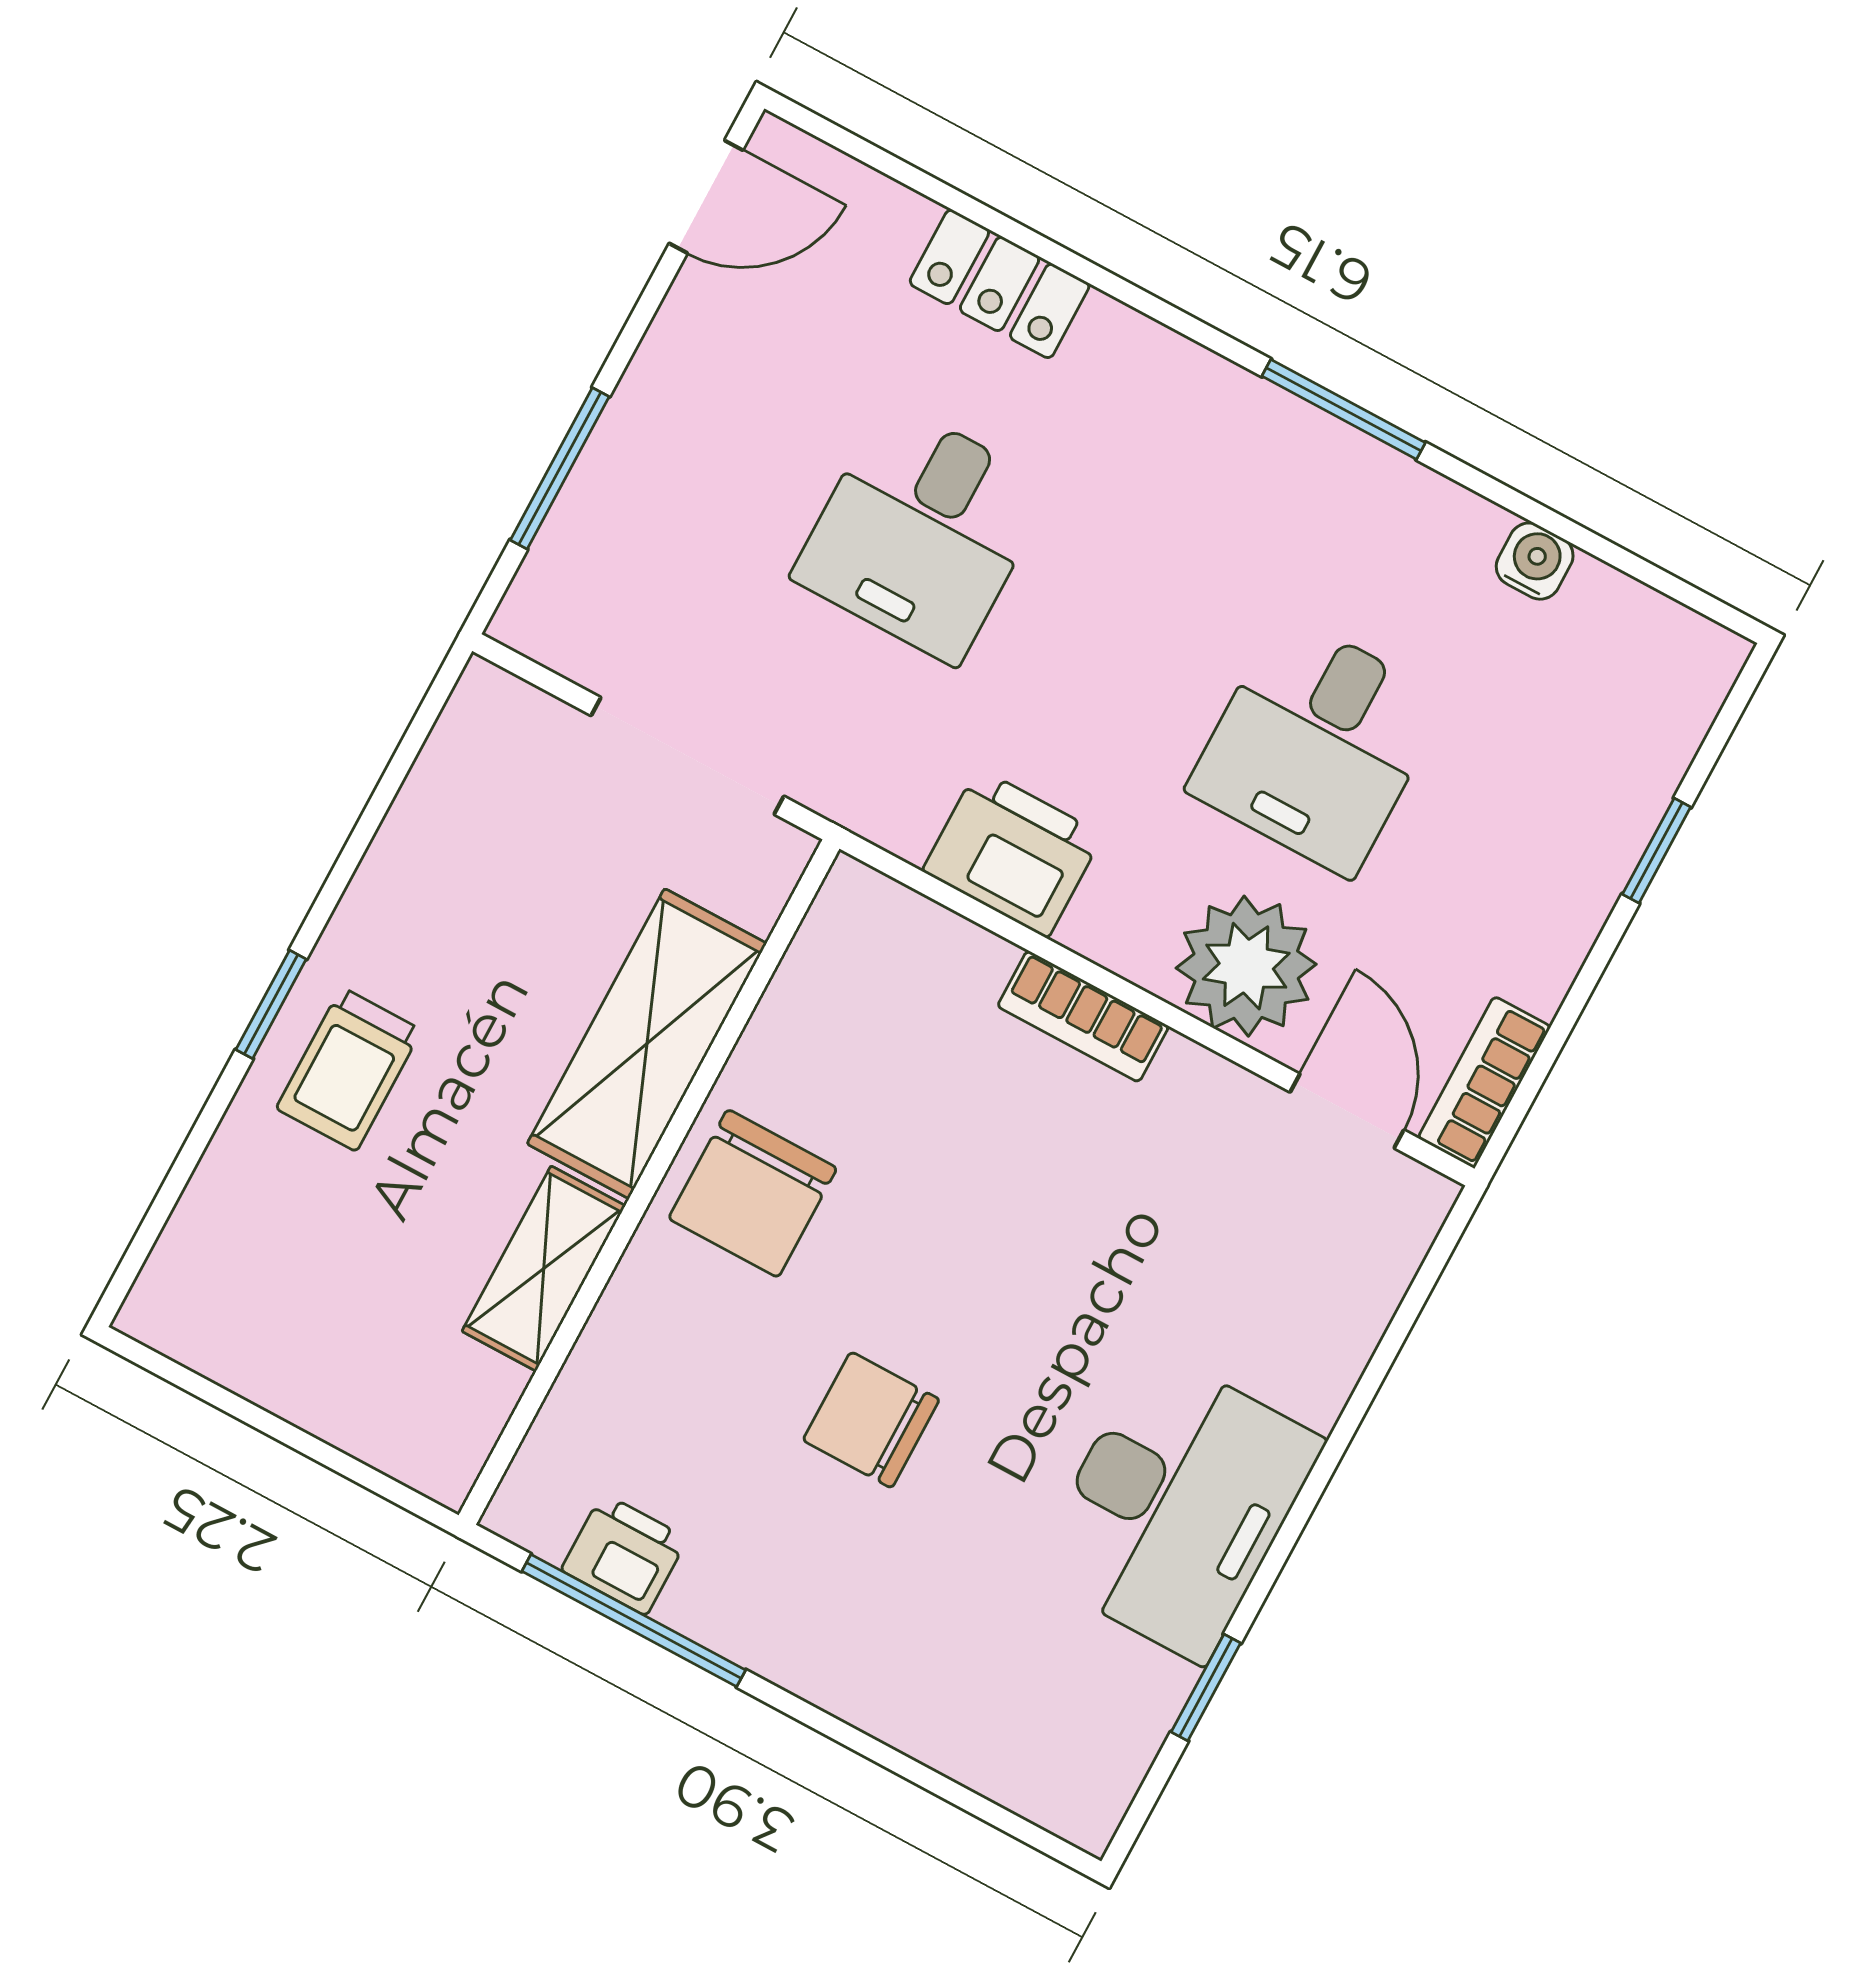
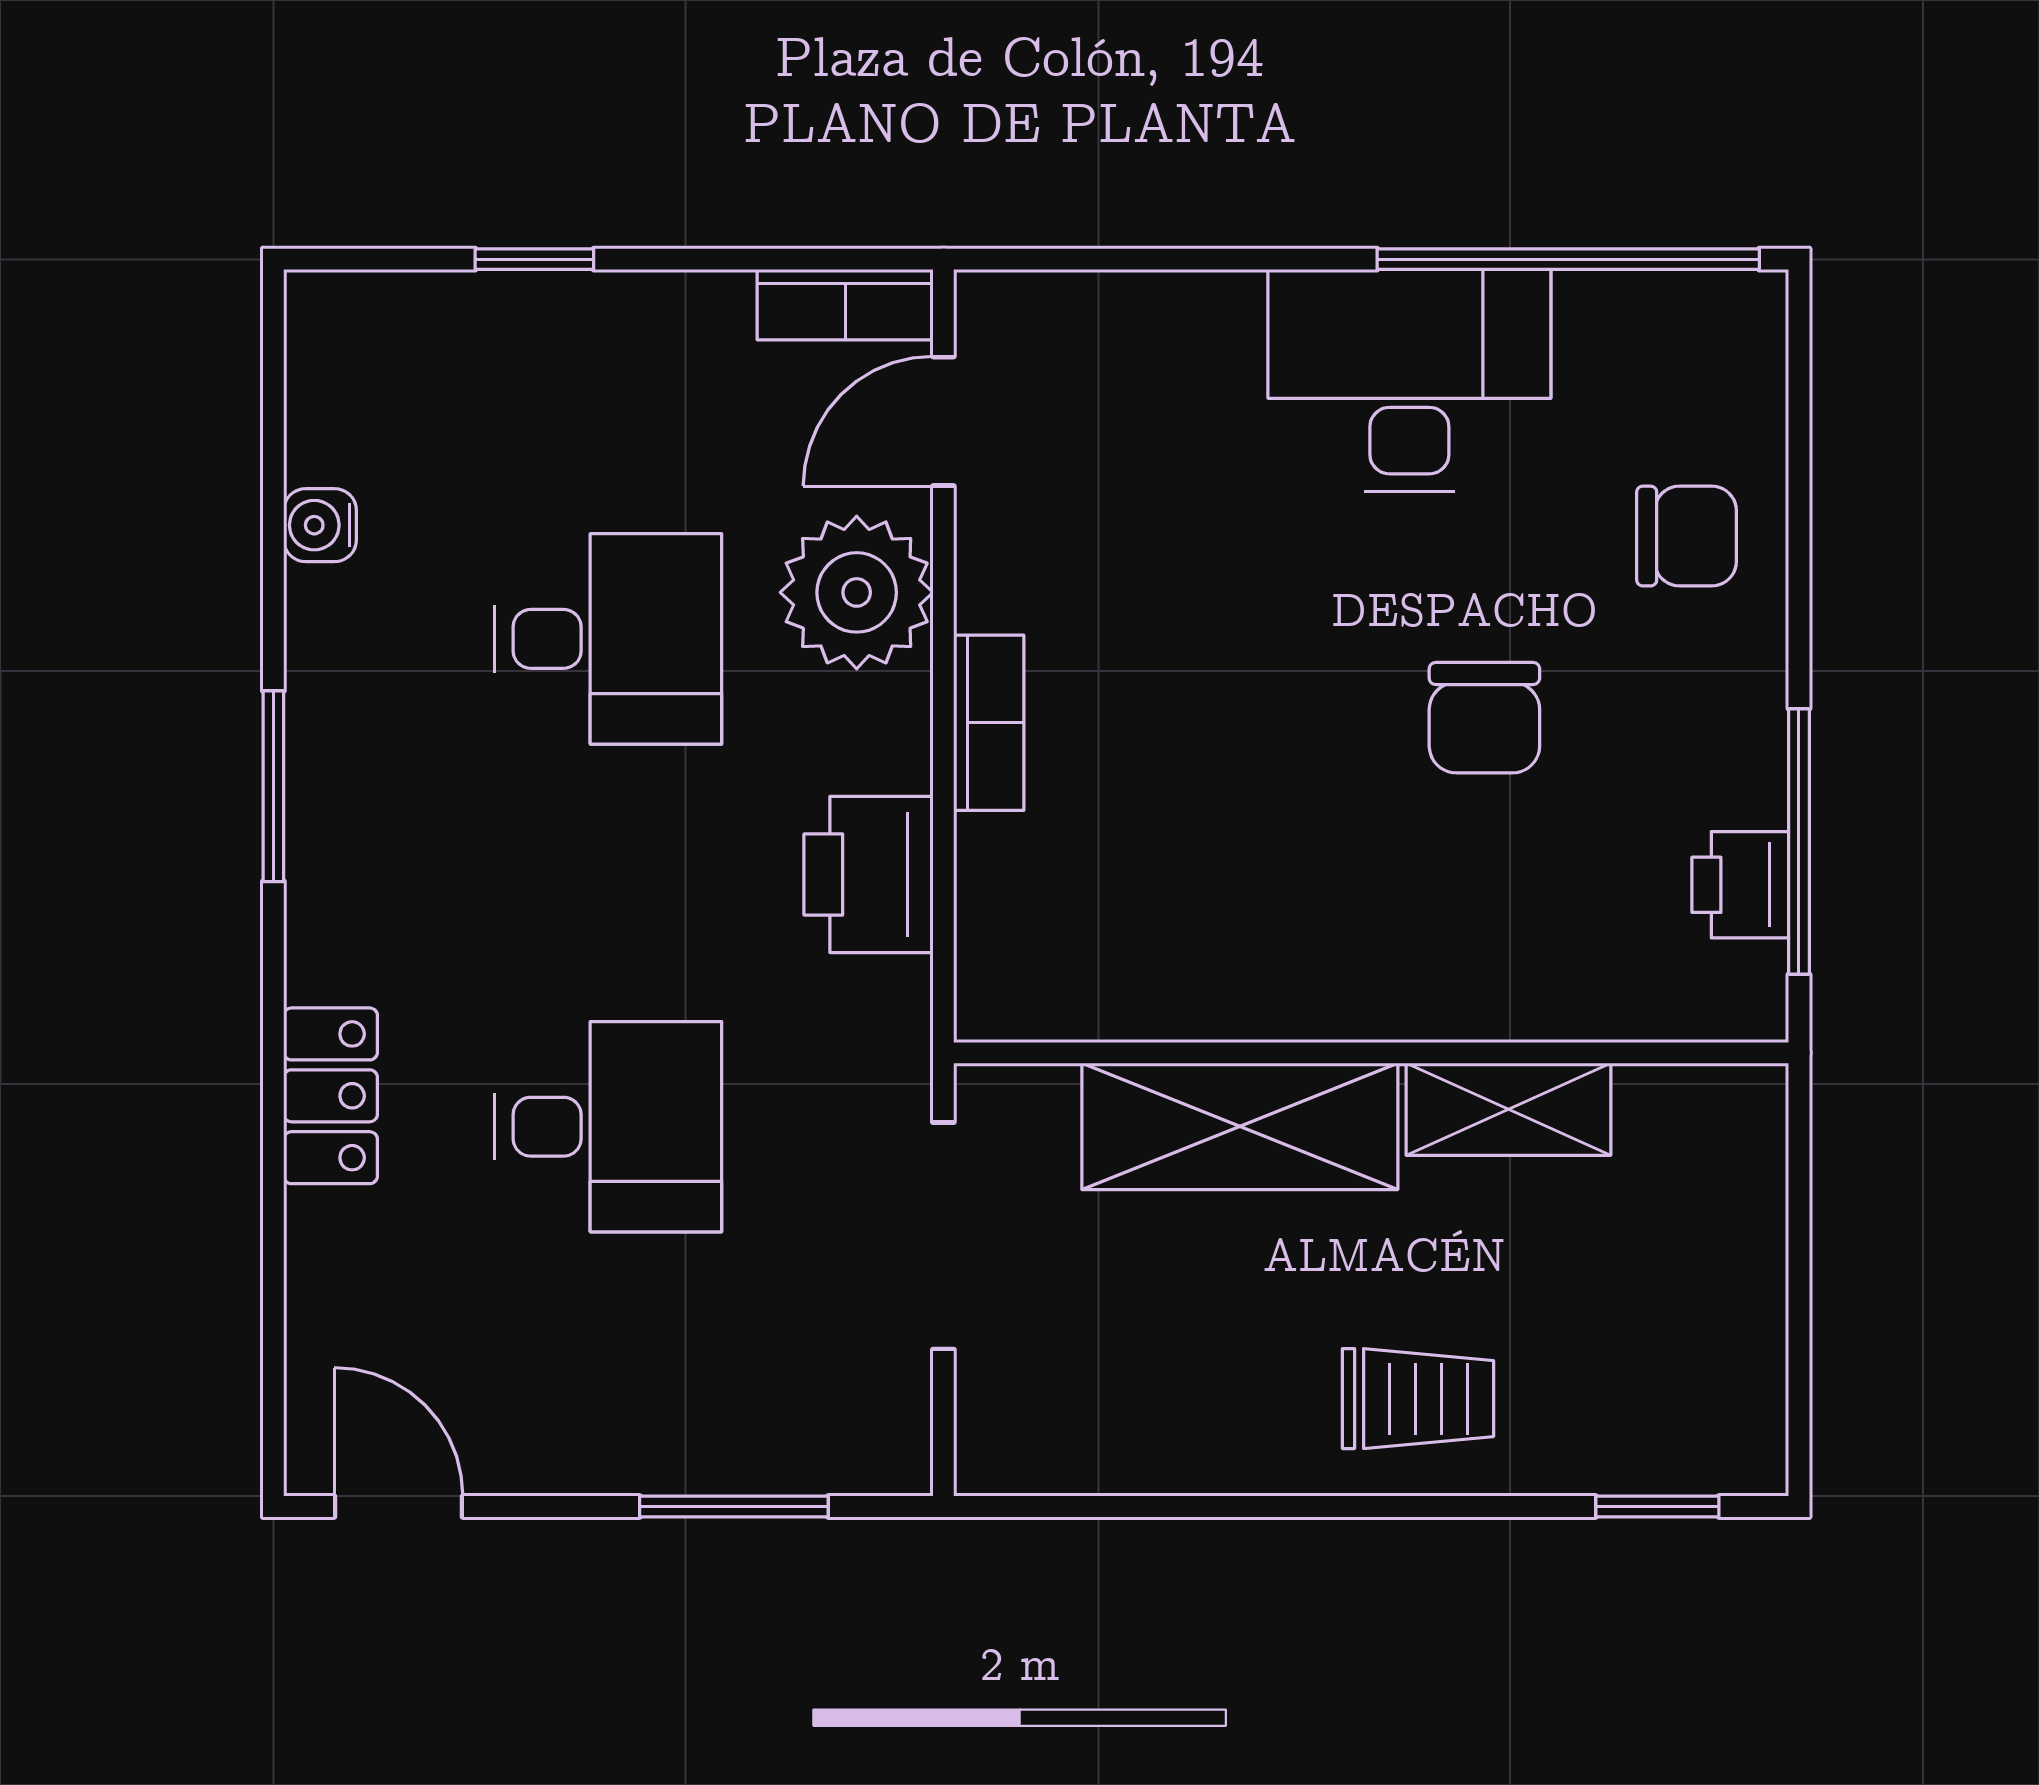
locker: (1000, 284) -> (331, 1096), moved
window: (271, 1004) -> (1657, 1506), moved
chair: (753, 1193) -> (1687, 536), moved, width x0.73, depth x0.73
window: (1206, 1688) -> (1568, 259), width x3.17

